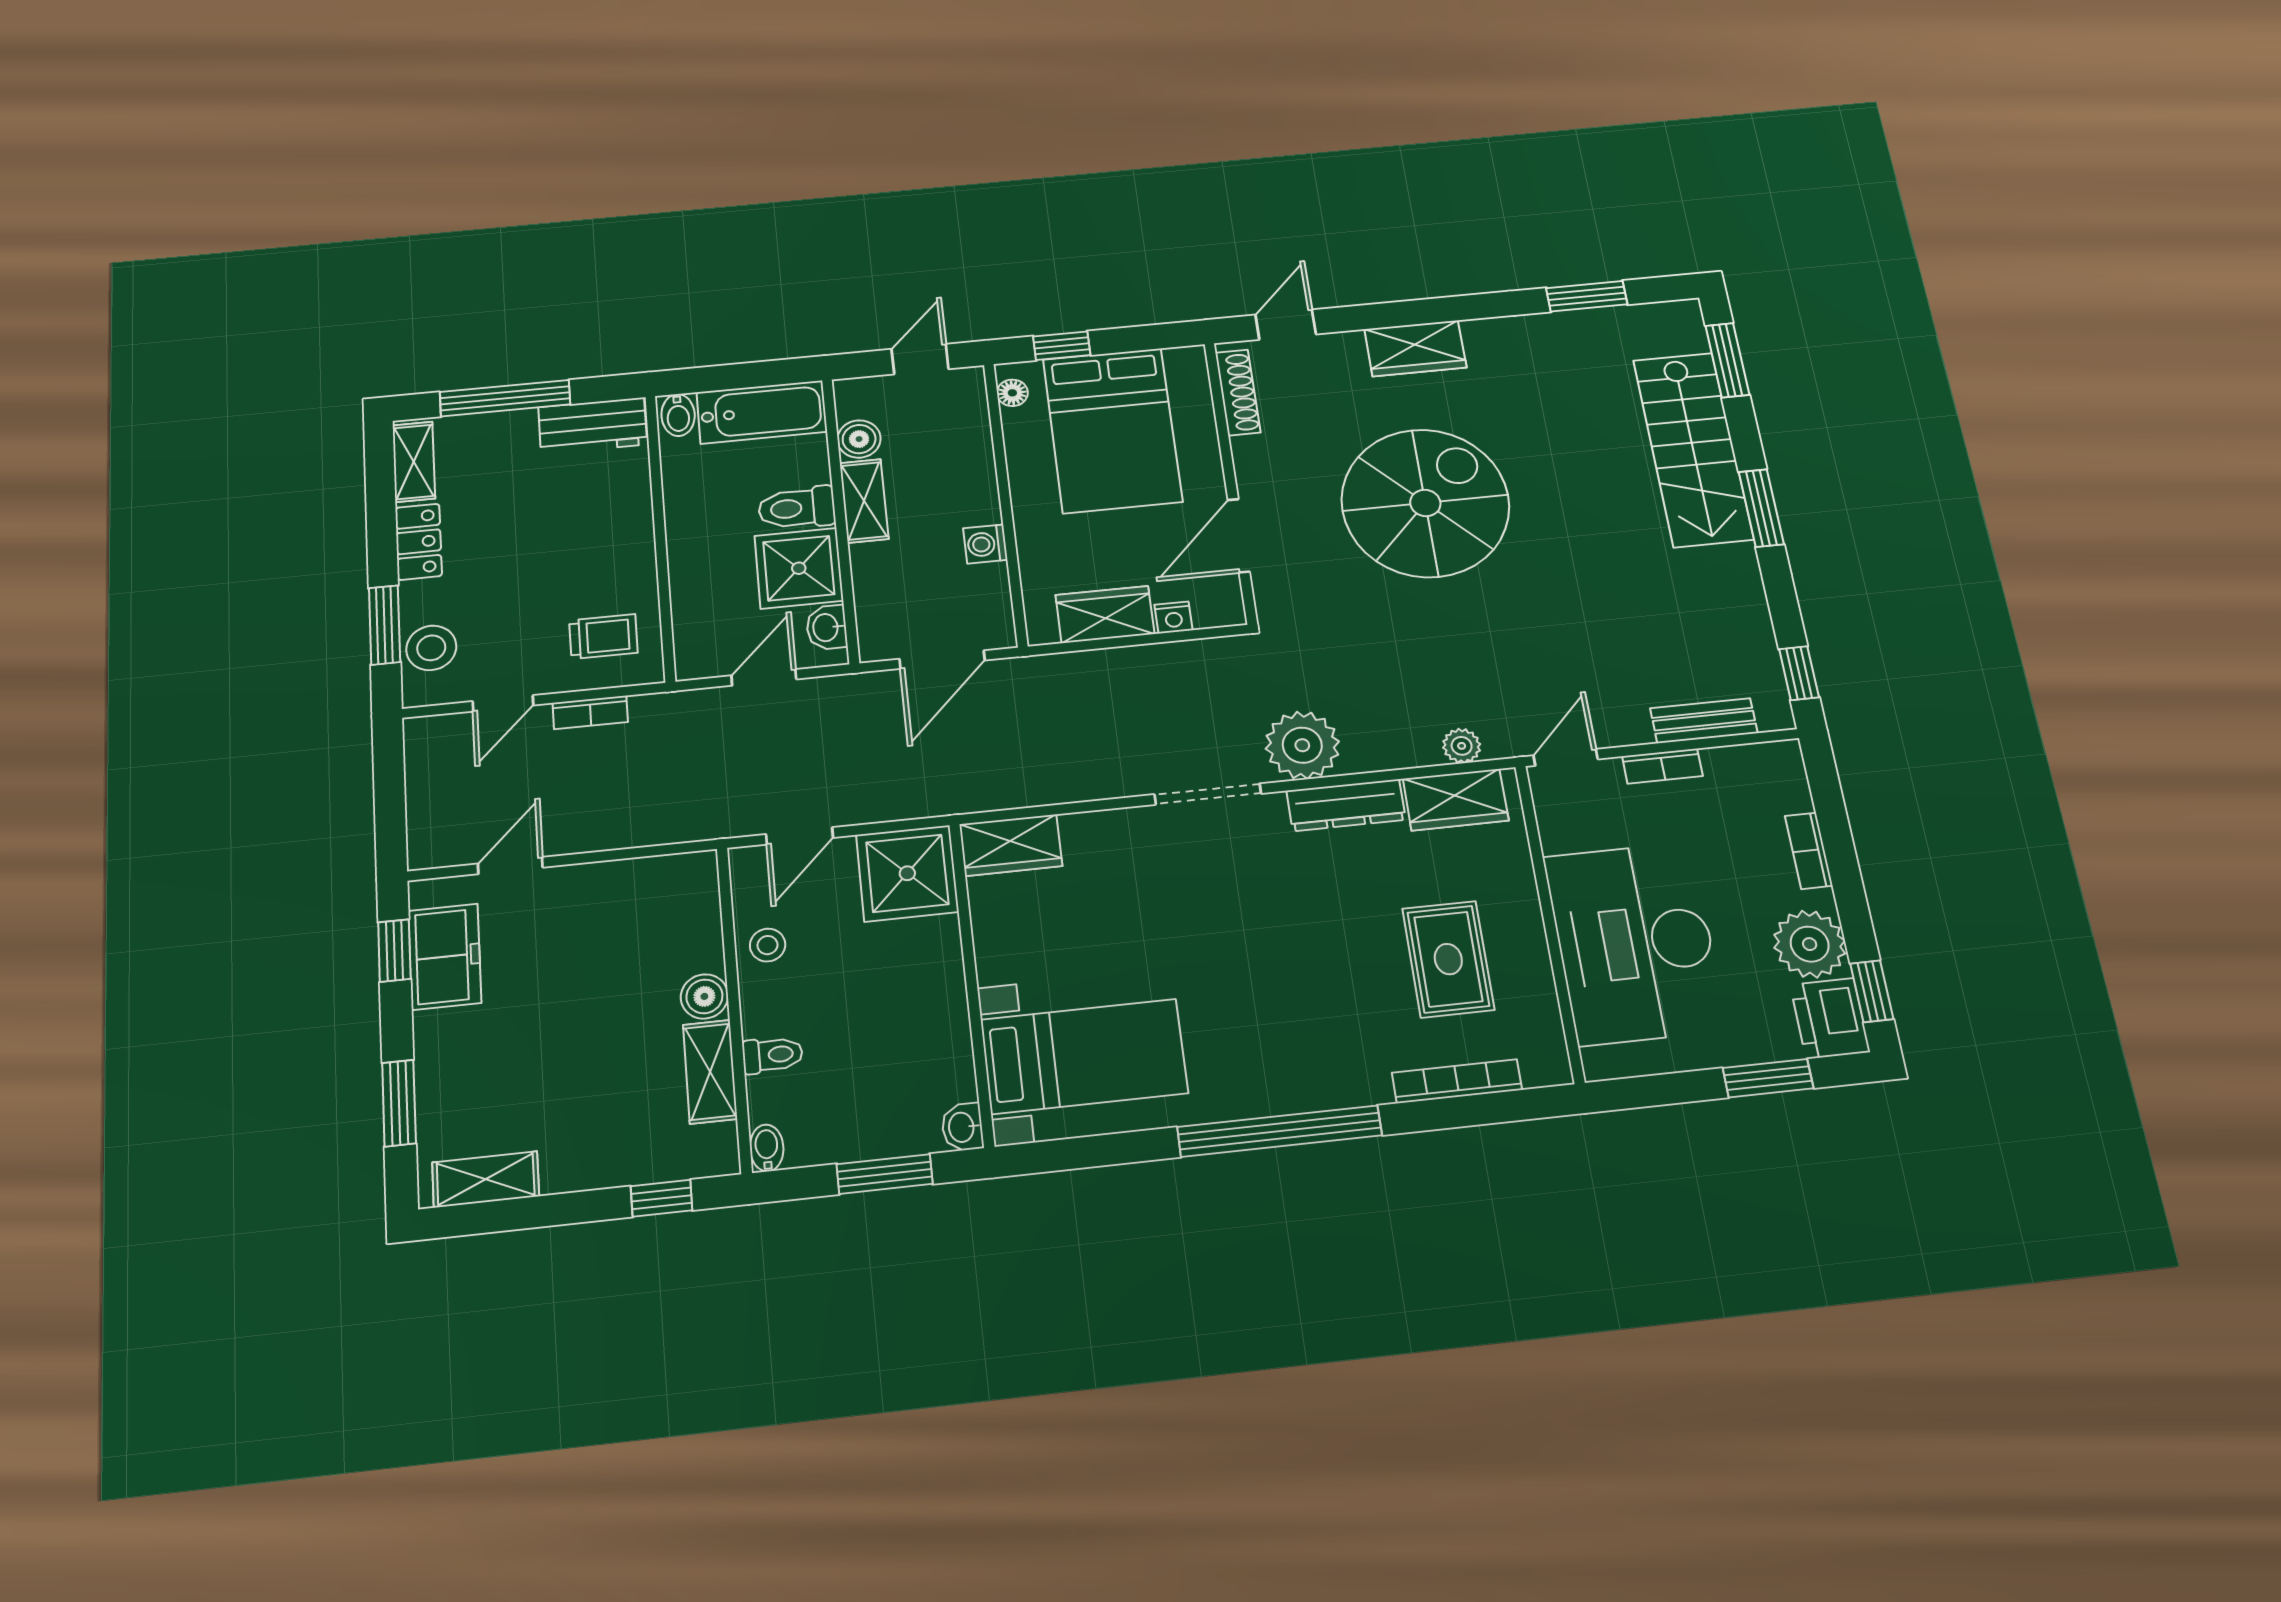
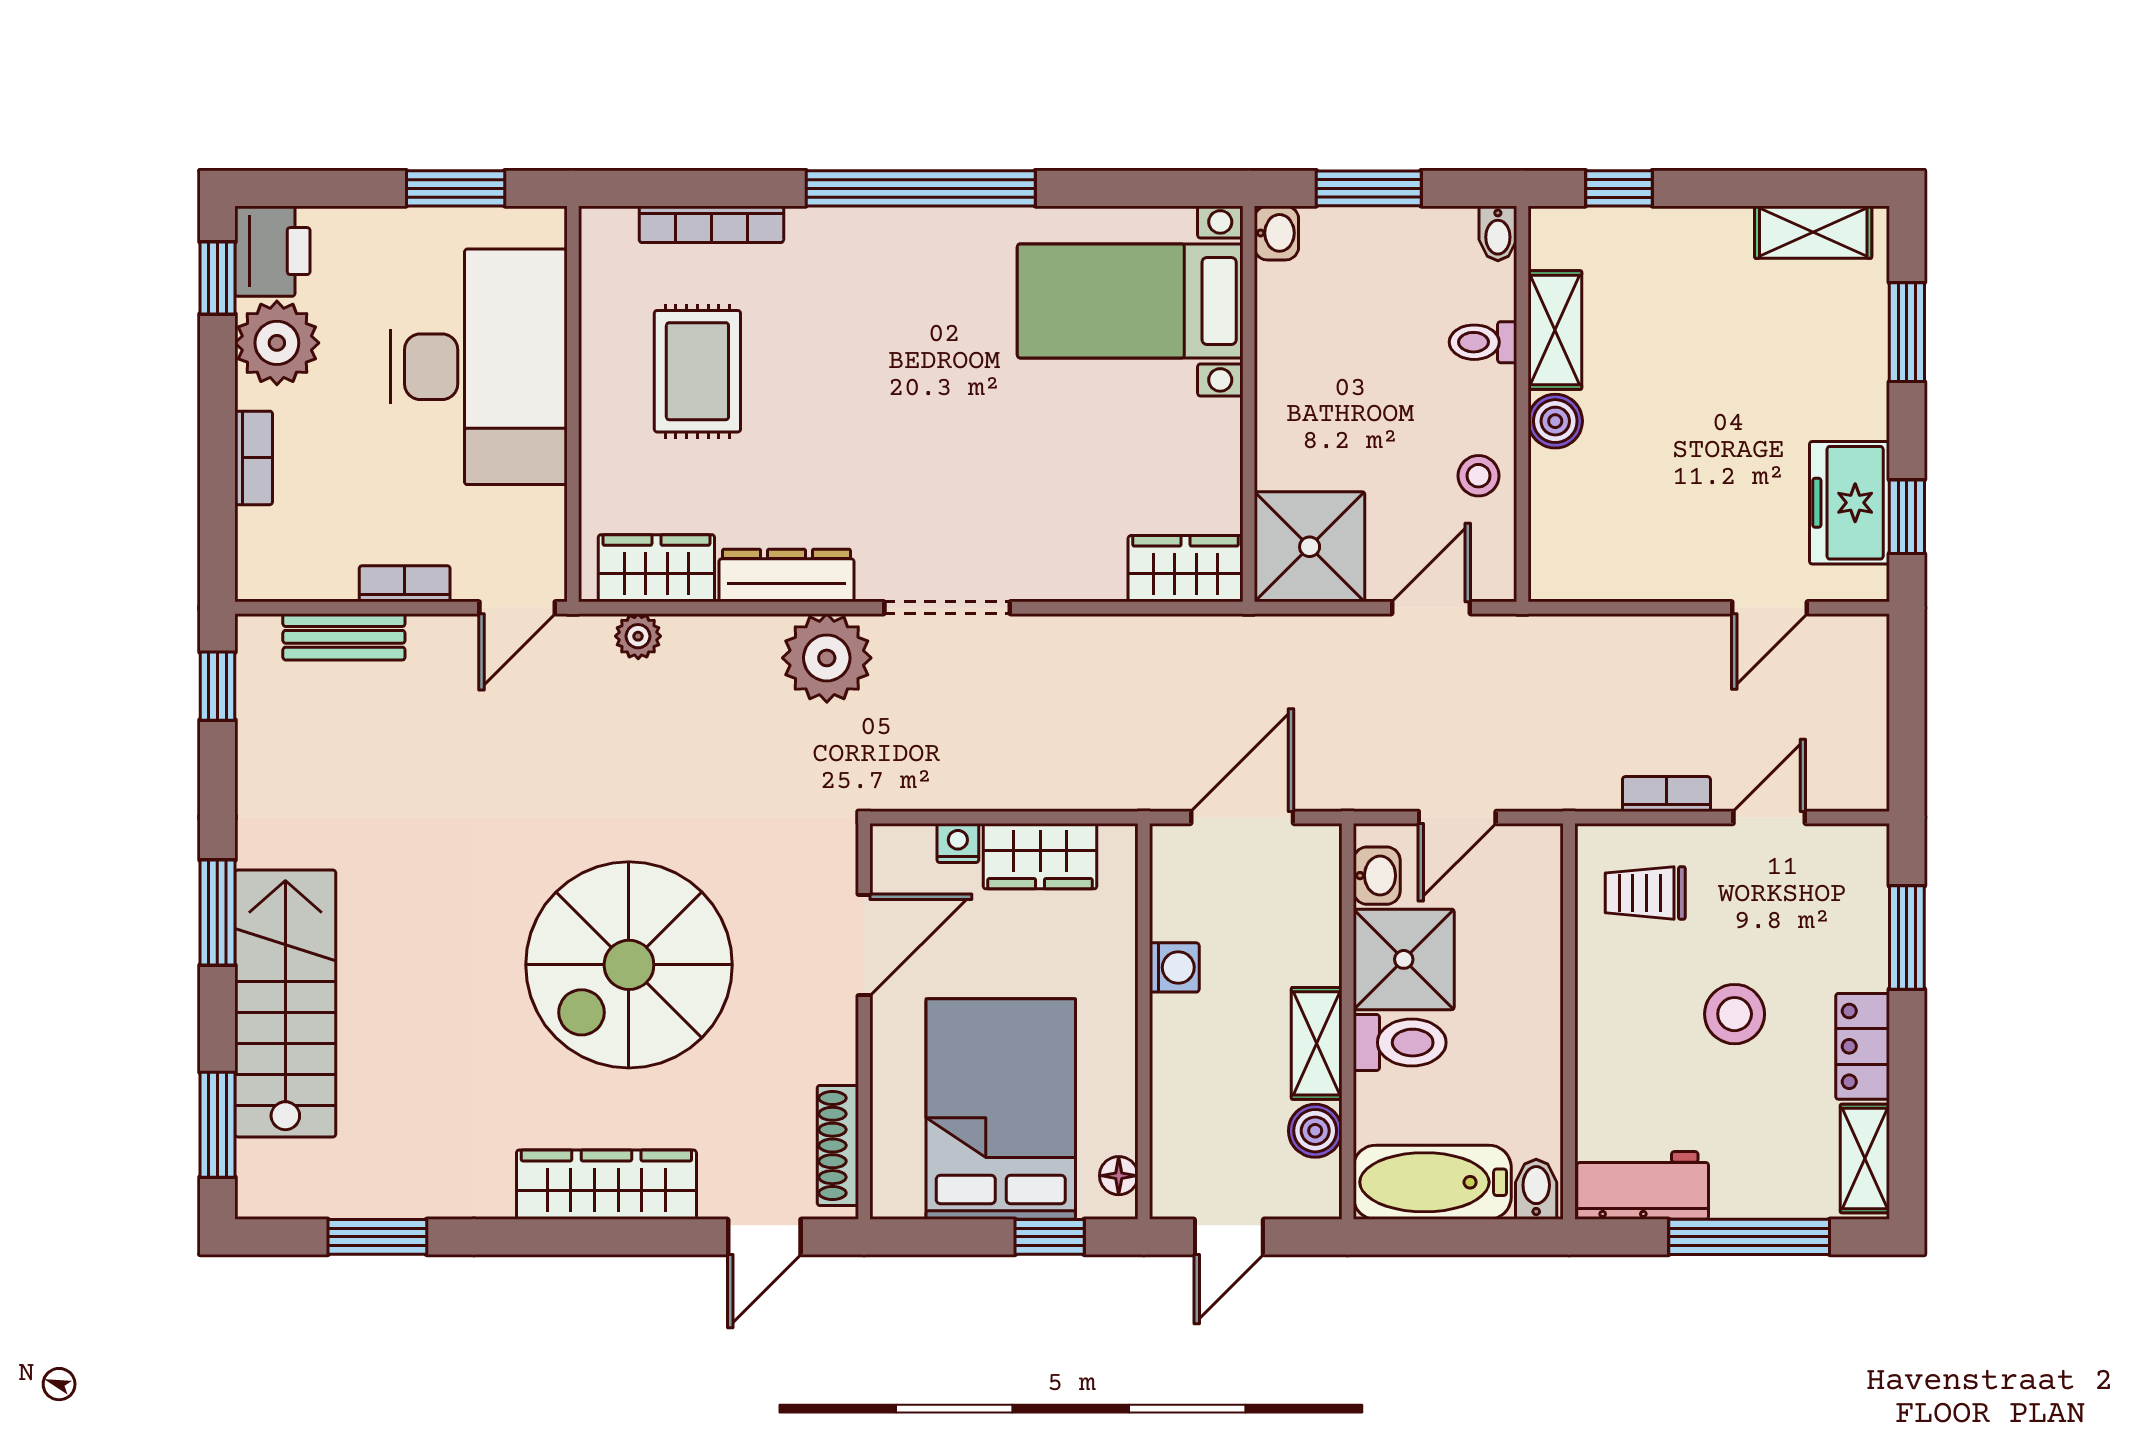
wardrobe: (1415, 348) -> (606, 1185), width x1.50
stool: (431, 648) -> (1735, 1014), moved
window: (1768, 1078) -> (456, 188), moved

